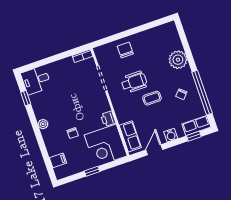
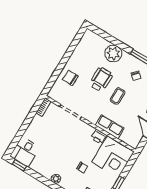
wheelchair: (134, 82) -> (101, 79), moved
window: (26, 98) -> (19, 165), moved
row of seats: (130, 136) -> (110, 127), moved

